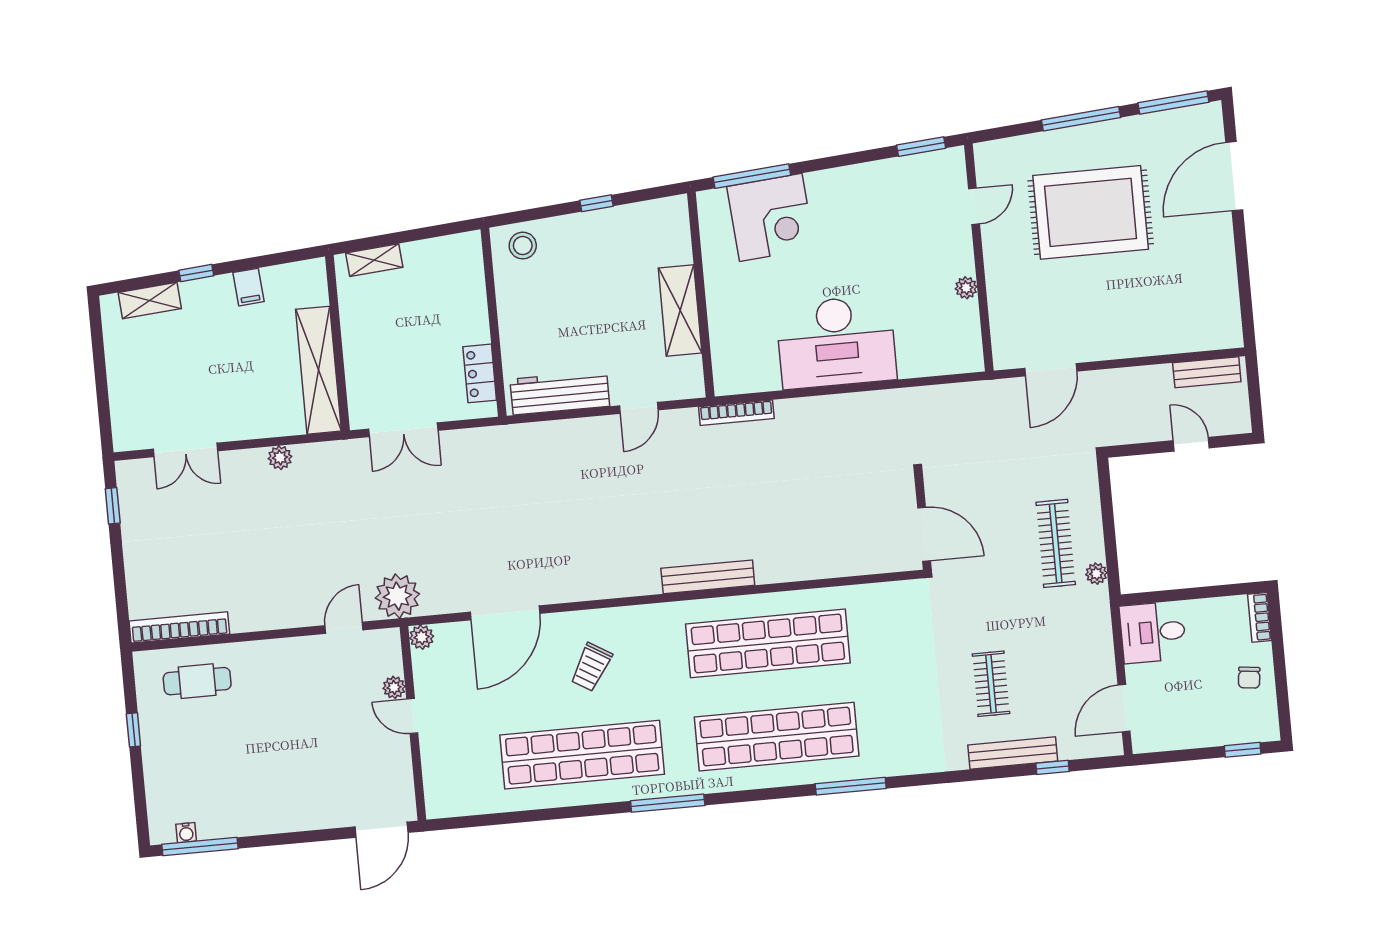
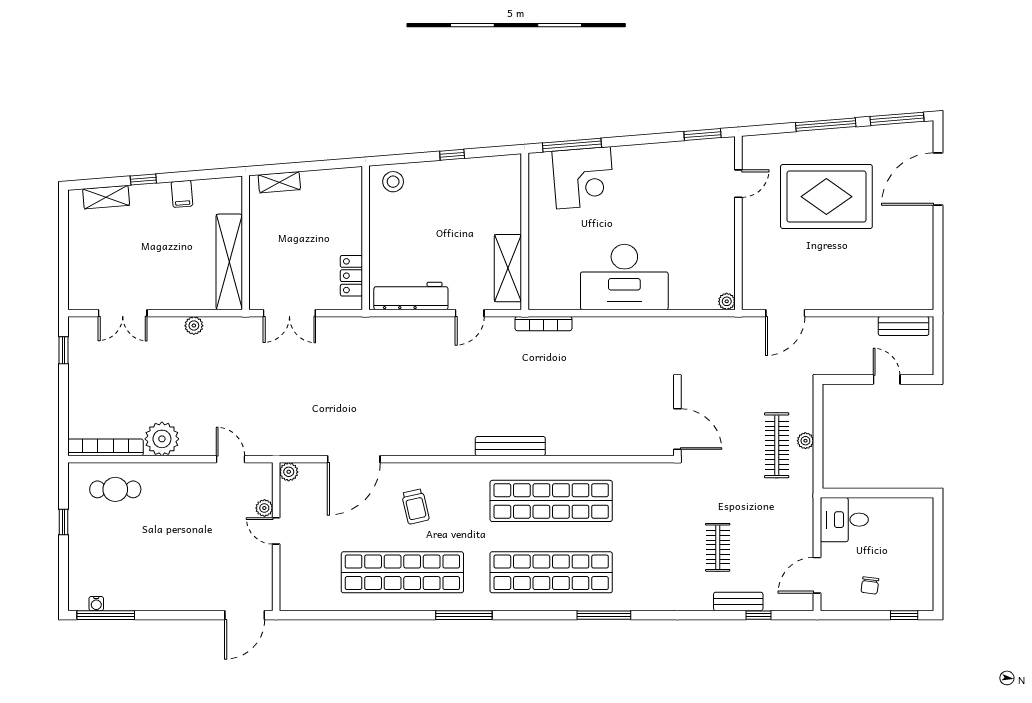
plant: (966, 288) -> (727, 301), moved
shelving: (680, 310) -> (508, 268), moved
plant: (1096, 574) -> (805, 441), moved
plant: (397, 596) -> (162, 439), moved
bookcase: (1260, 617) -> (926, 516), removed
door: (344, 628) -> (230, 459), hinge flipped
trolley: (591, 667) -> (415, 506), turned -44
chair: (1249, 678) -> (870, 585), moved
bench: (1013, 753) -> (738, 601), width x0.73

